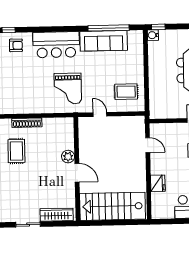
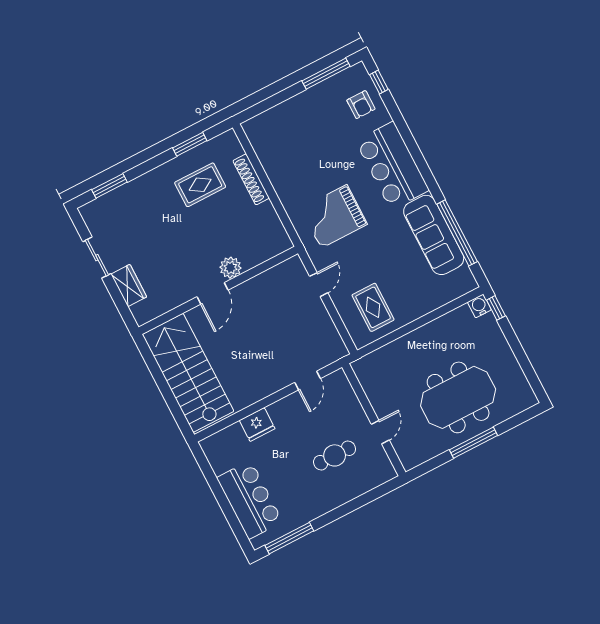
wardrobe: (57, 215) -> (129, 286), width x0.67

